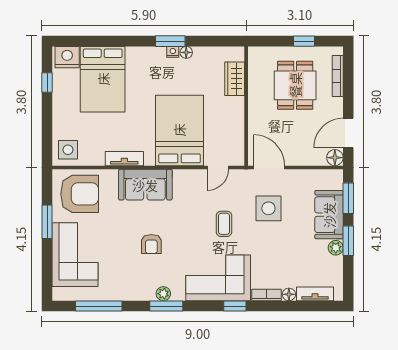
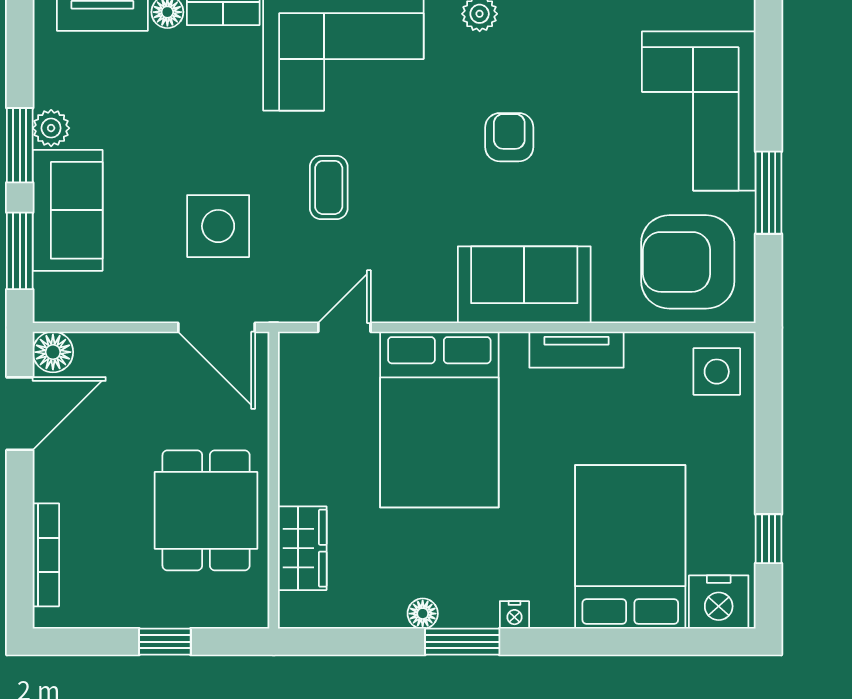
window: (304, 41) -> (165, 642), moved
nightstand: (173, 52) -> (514, 615), moved
dining table: (295, 85) -> (206, 510), moved

